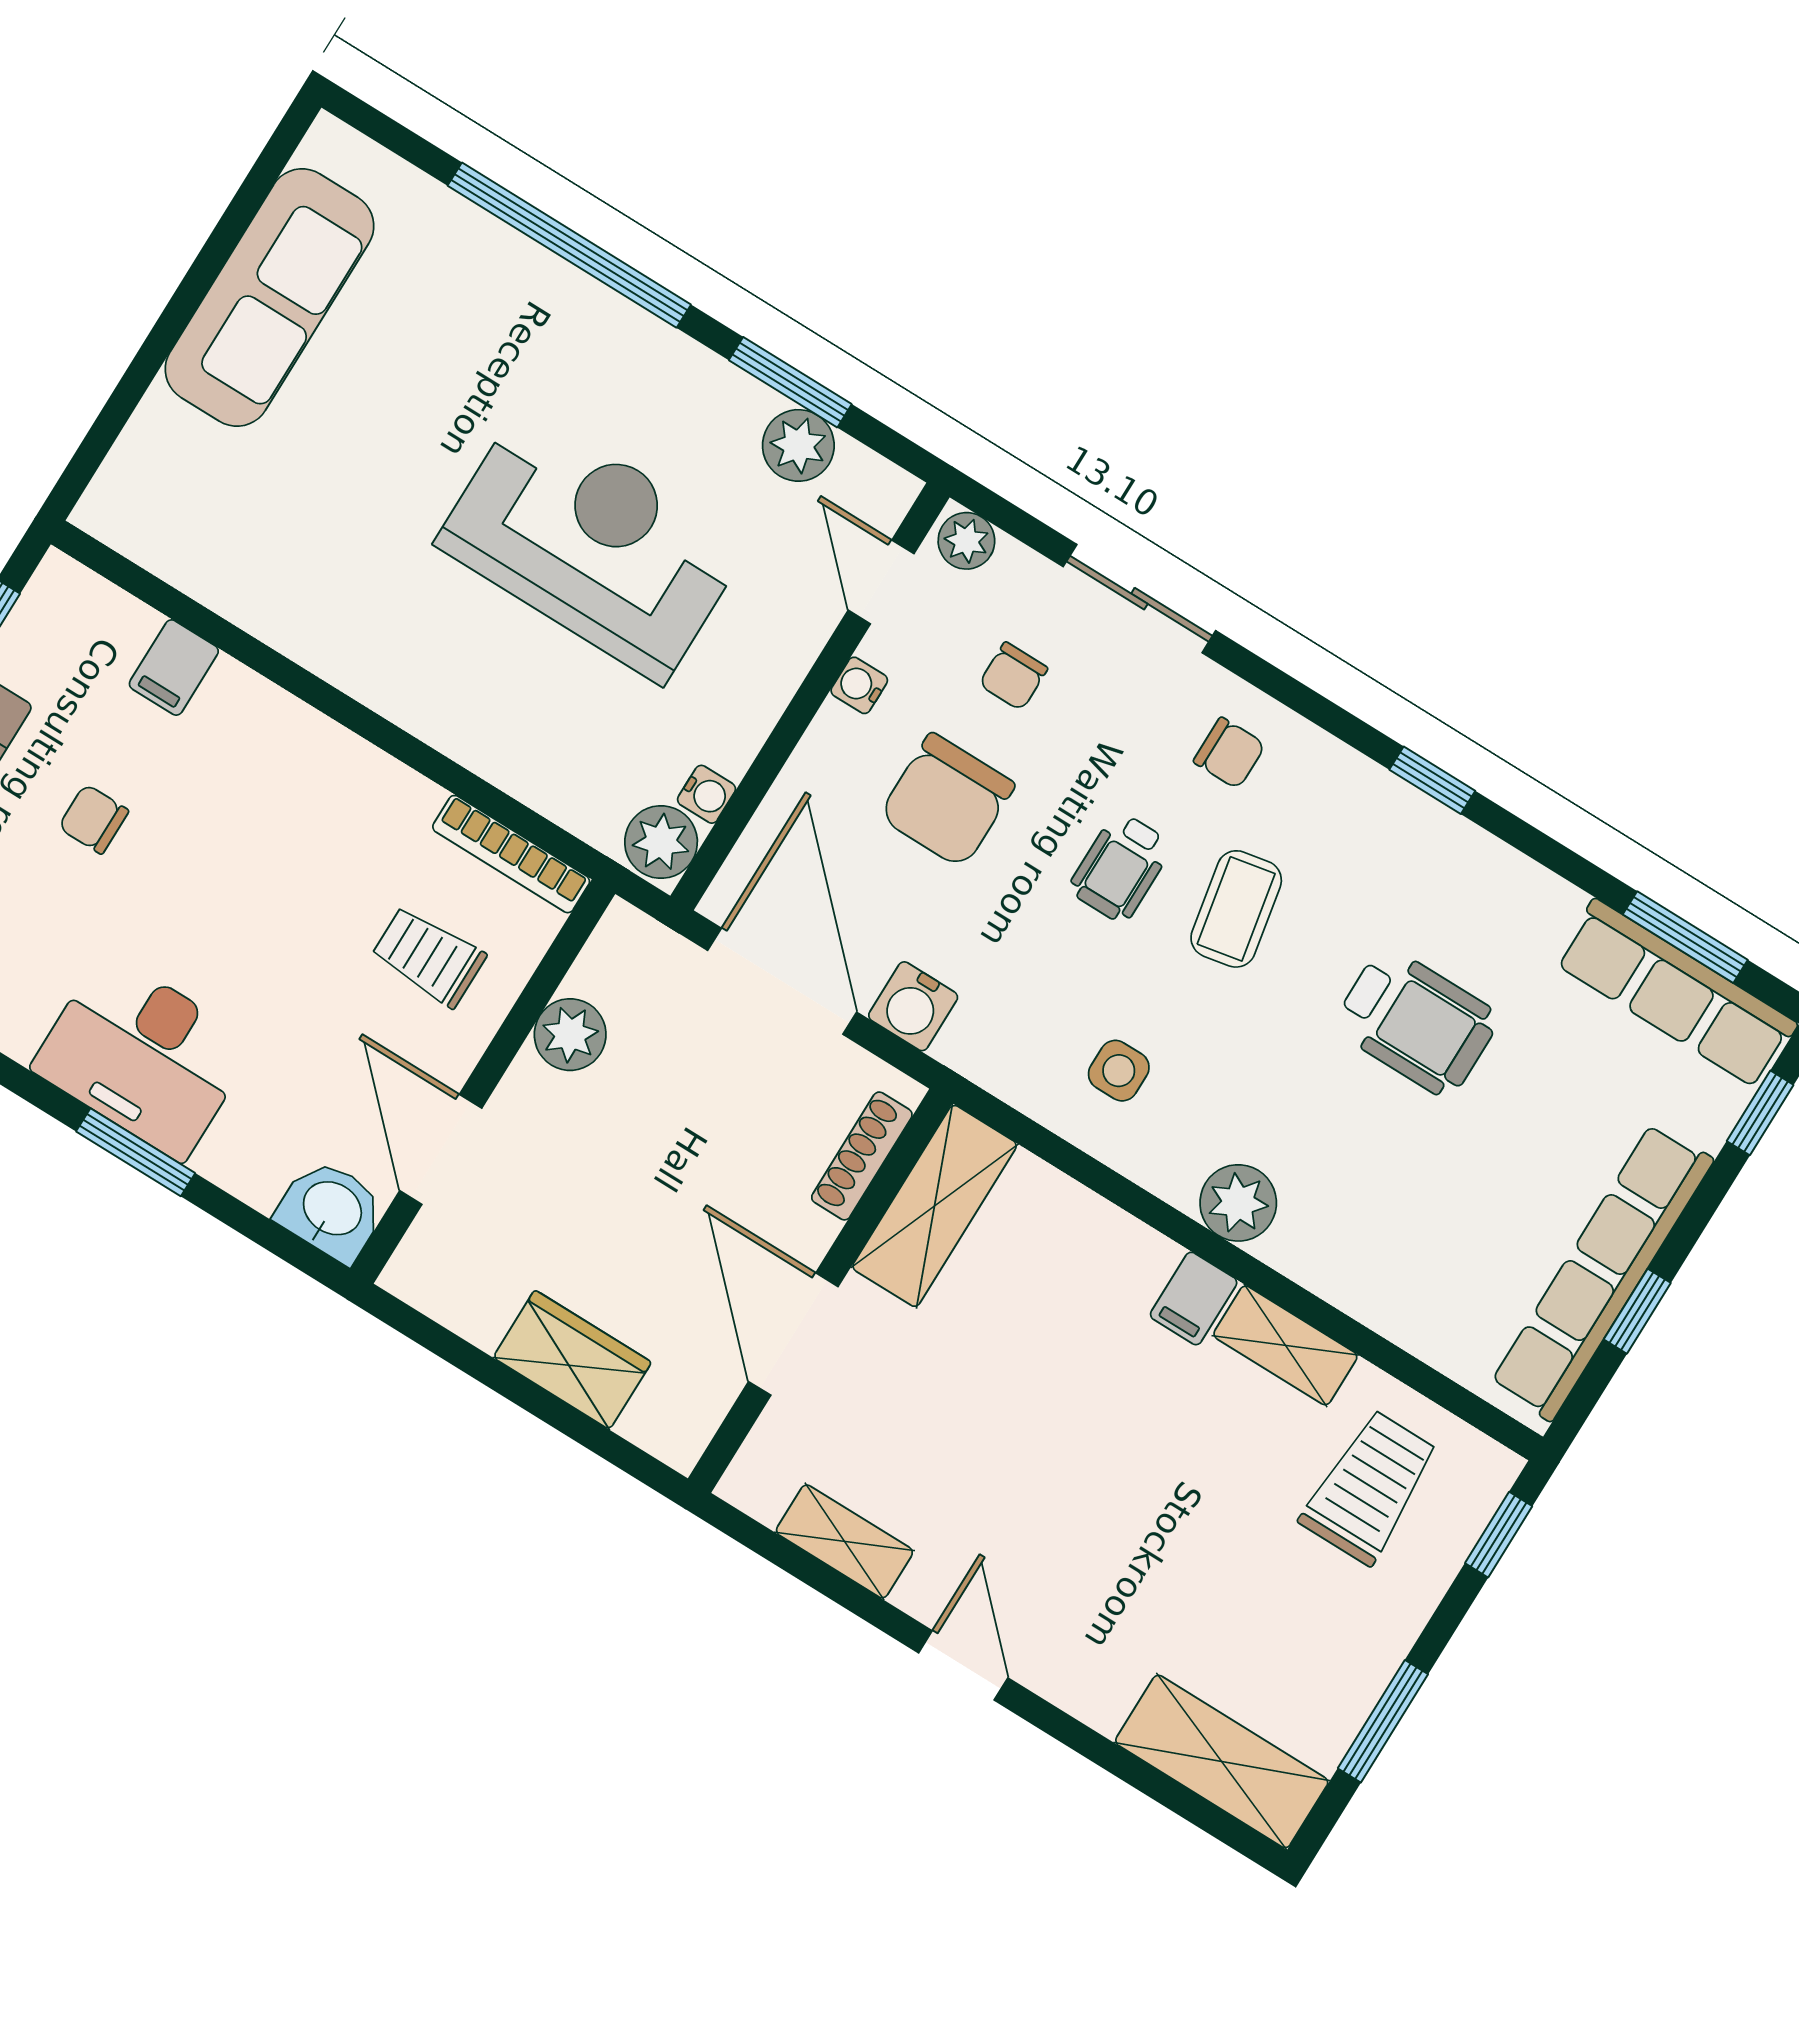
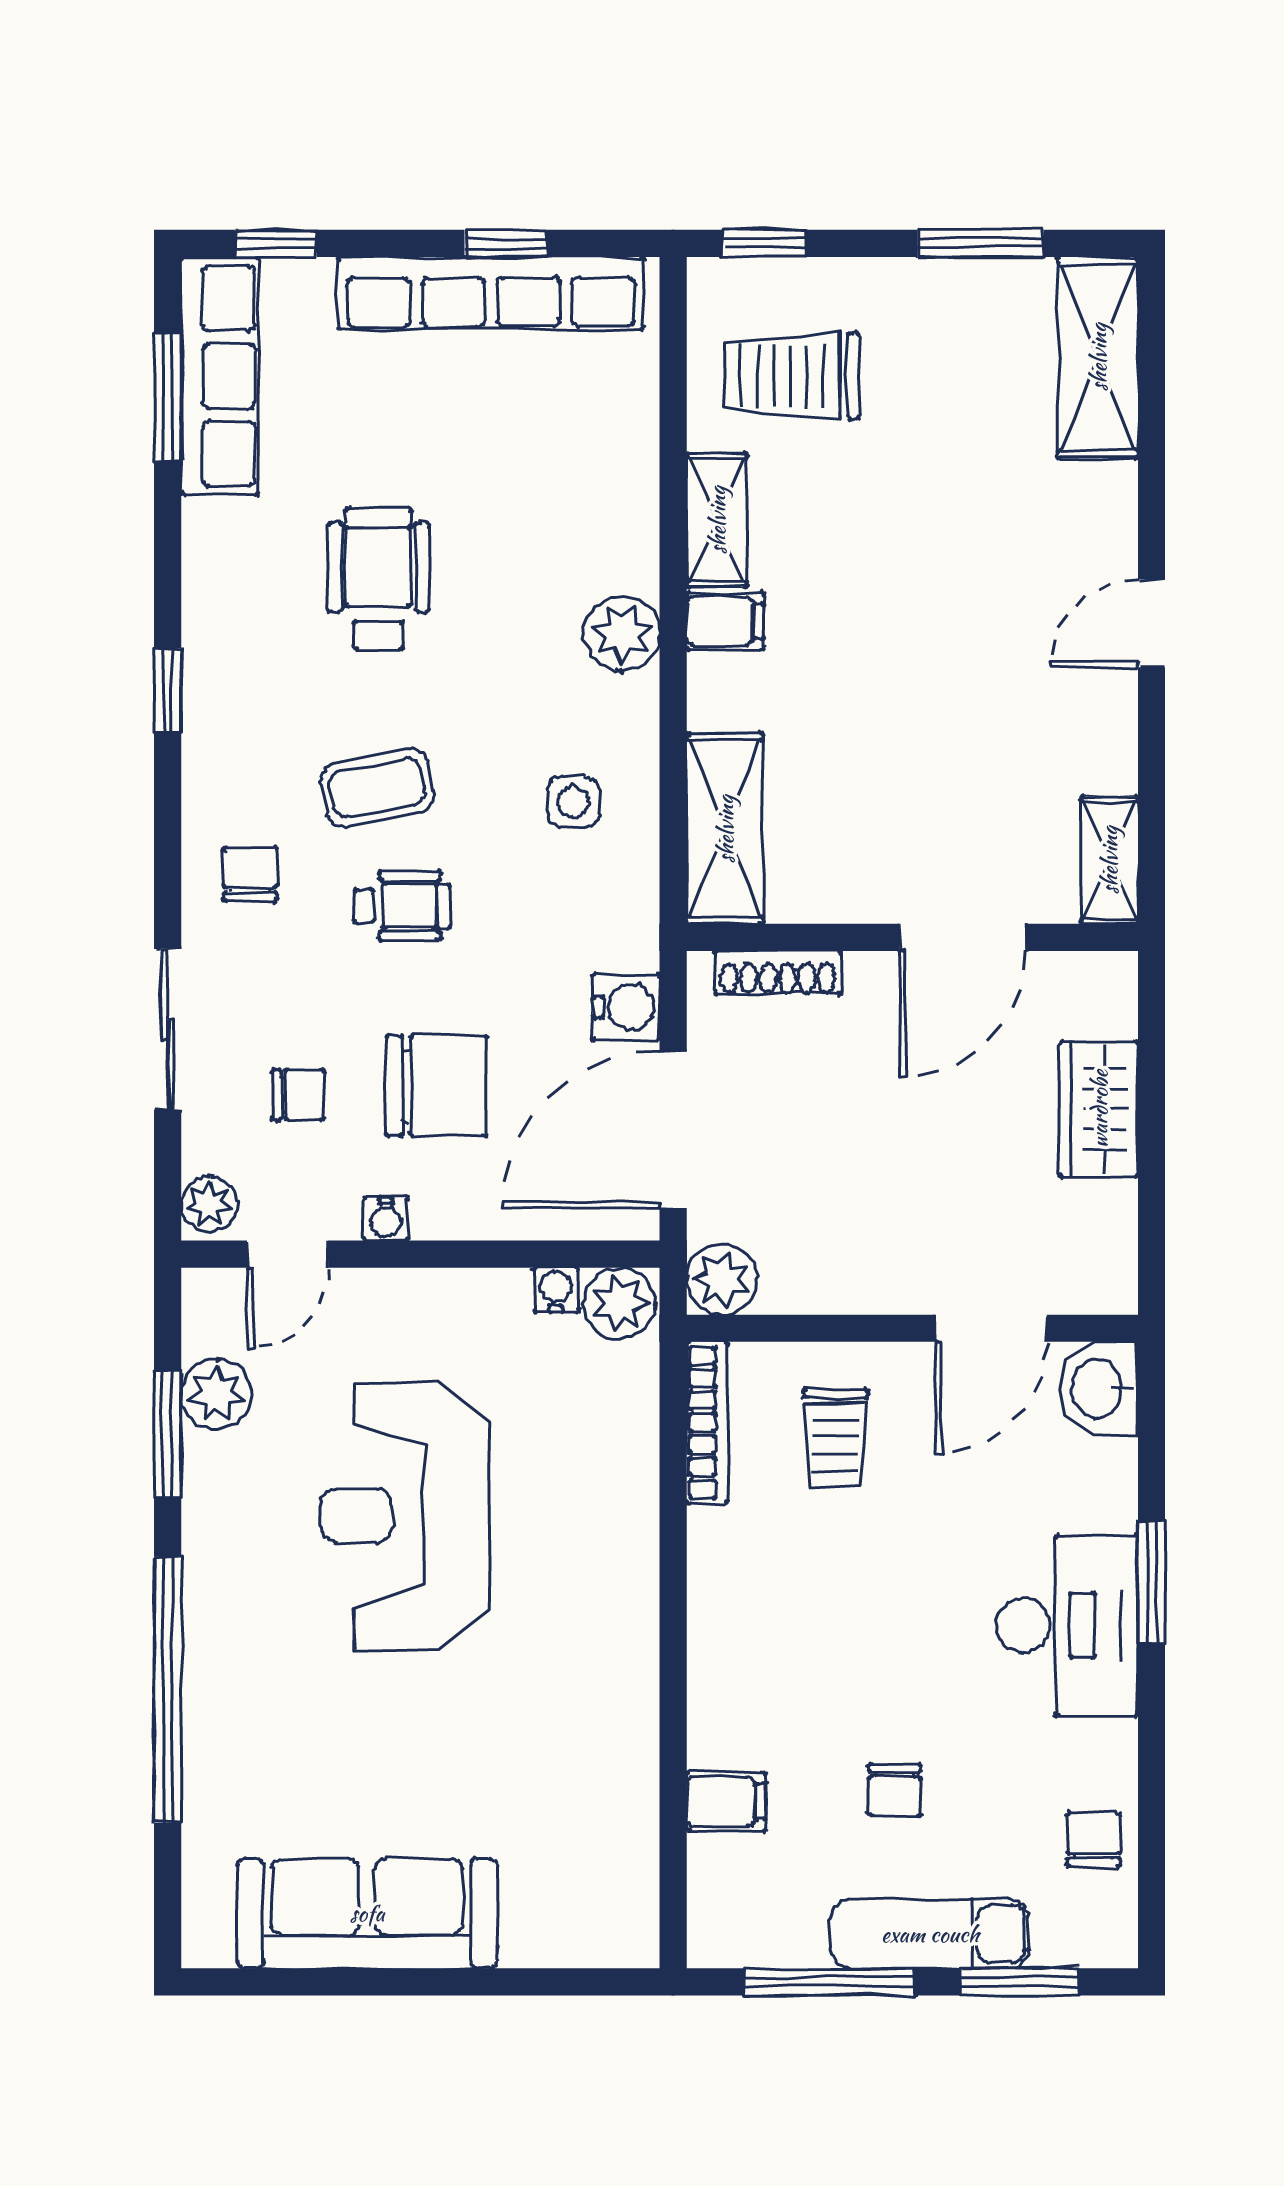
plant: (570, 1035) -> (722, 1280), moved
shelving: (935, 1206) -> (725, 829), moved, turned 90
shelving: (844, 1541) -> (1109, 860), moved

